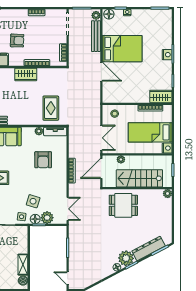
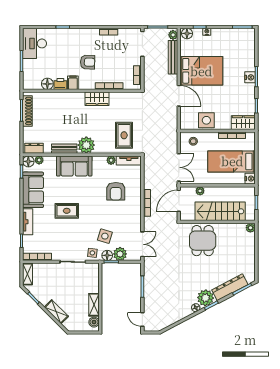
side table: (127, 94) -> (206, 120), added
plant: (16, 117) -> (86, 145), added
dining table: (123, 205) -> (203, 241), turned 90

